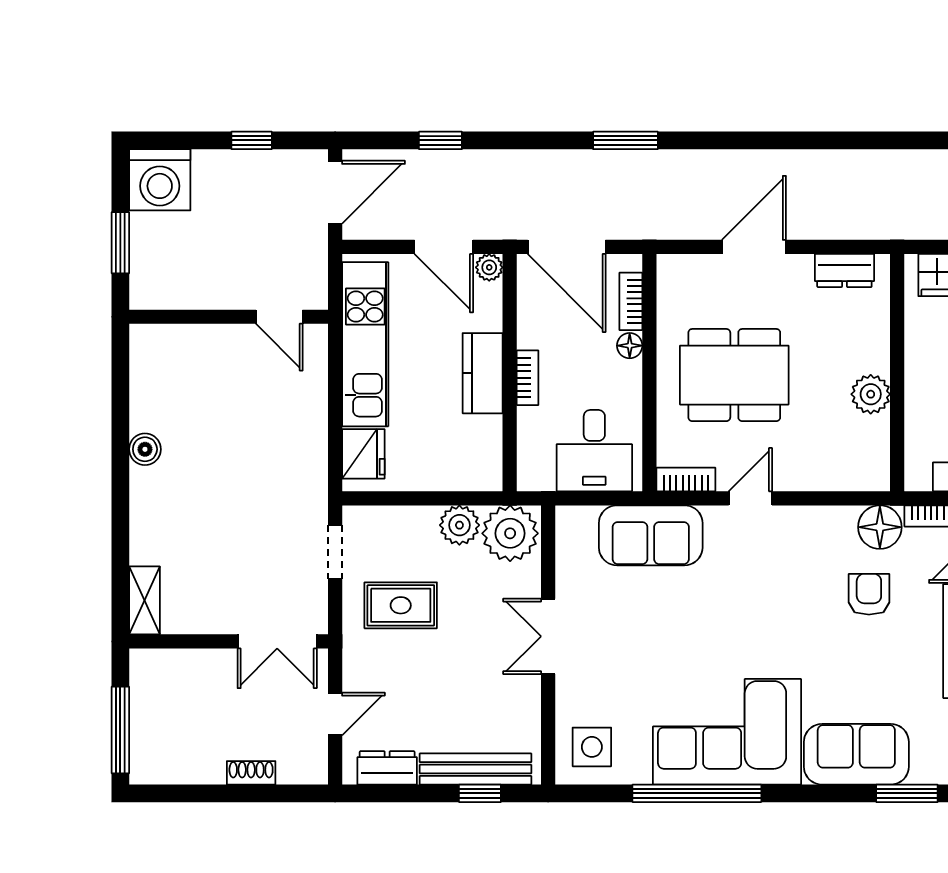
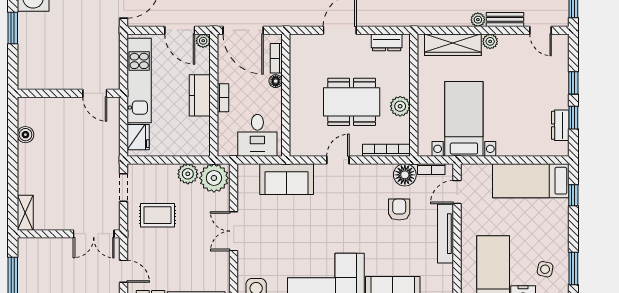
wall: (229, 317) -> (69, 93), moved
door: (279, 317) -> (95, 93), moved
dining table: (734, 375) -> (352, 102), moved
bookcase: (686, 480) -> (386, 150), moved, width x1.56
door: (335, 714) -> (124, 271), hinge flipped

